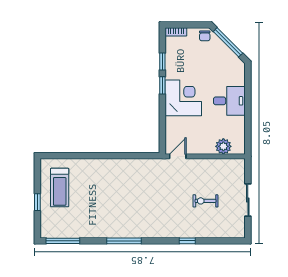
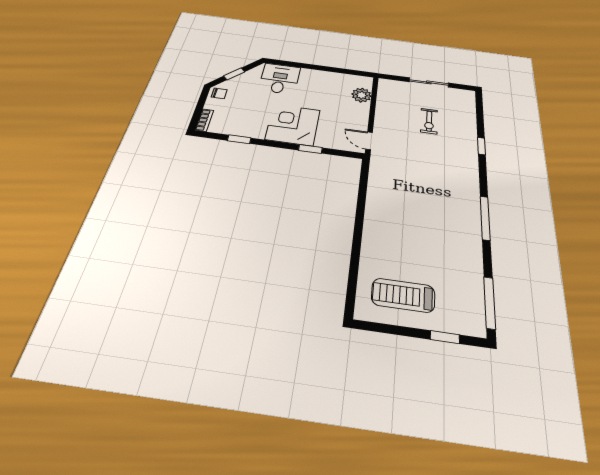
window: (228, 42) -> (234, 74), width x0.46
window: (162, 85) -> (310, 149), moved
desk: (229, 101) -> (280, 79), moved
treadmill: (60, 188) -> (403, 295), turned 180
window: (37, 202) -> (445, 337), moved

